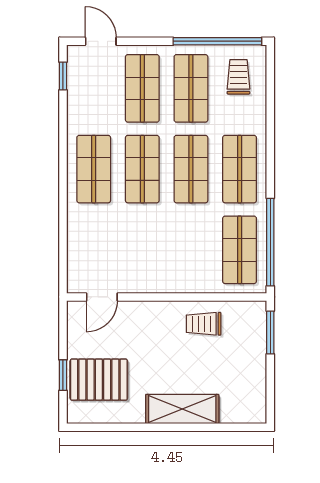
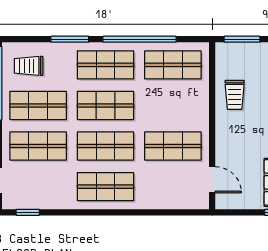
window: (270, 126) -> (70, 39), added
window: (270, 242) -> (140, 39), moved
shop shelf: (142, 250) -> (173, 146), added

